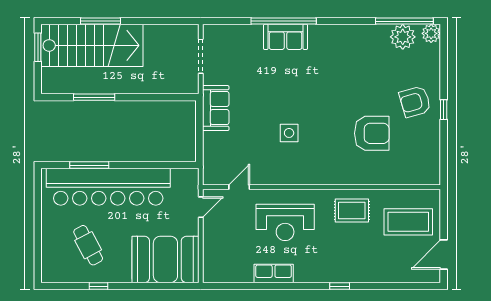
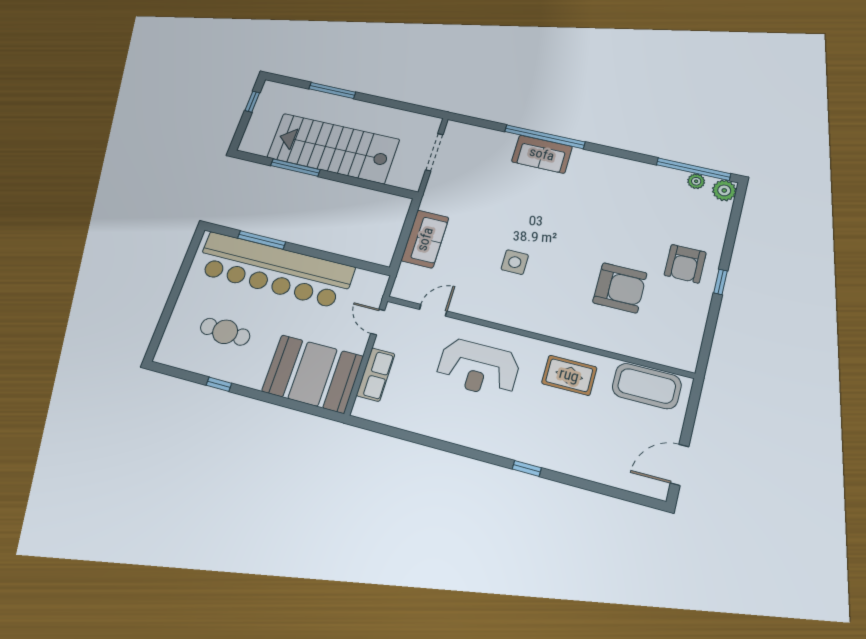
plant: (403, 37) -> (696, 181), width x0.53, depth x0.53
stairs: (92, 45) -> (333, 148), moved, turned 180
window: (38, 47) -> (252, 102), width x0.67
armchair: (415, 102) -> (685, 264), turned -74
sofa: (216, 108) -> (425, 239), moved
door: (201, 207) -> (378, 322), swing flipped
coffee table: (408, 222) -> (647, 386), moved
cafe table: (88, 245) -> (225, 332), turned -59
row of seats: (274, 273) -> (376, 375), moved, turned 90

